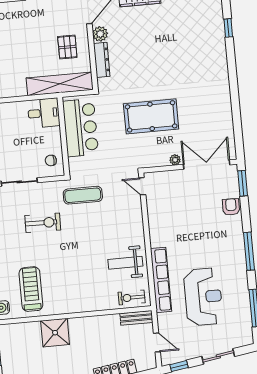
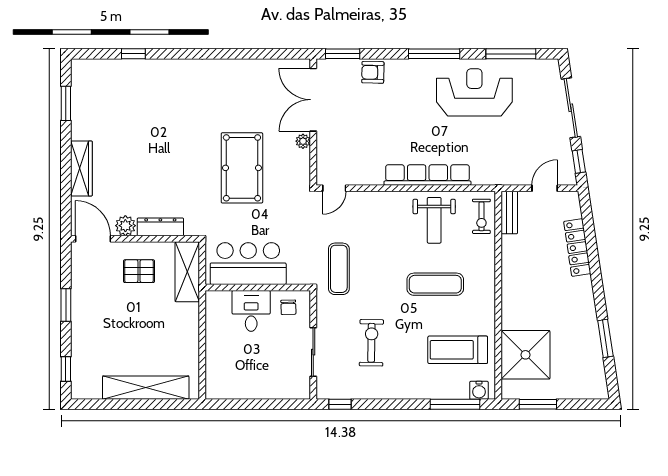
shelving: (60, 84) -> (187, 272), width x0.68
desk: (44, 113) -> (251, 311), moved
exercise bike: (43, 223) -> (371, 343), moved
exercise mat: (78, 268) -> (435, 284), added
row of seats: (161, 280) -> (427, 175), moved
reception desk: (203, 297) -> (474, 92), moved
shower: (55, 333) -> (525, 355), moved, width x1.37, depth x1.37
sliding door: (218, 356) -> (571, 108), width x1.37

